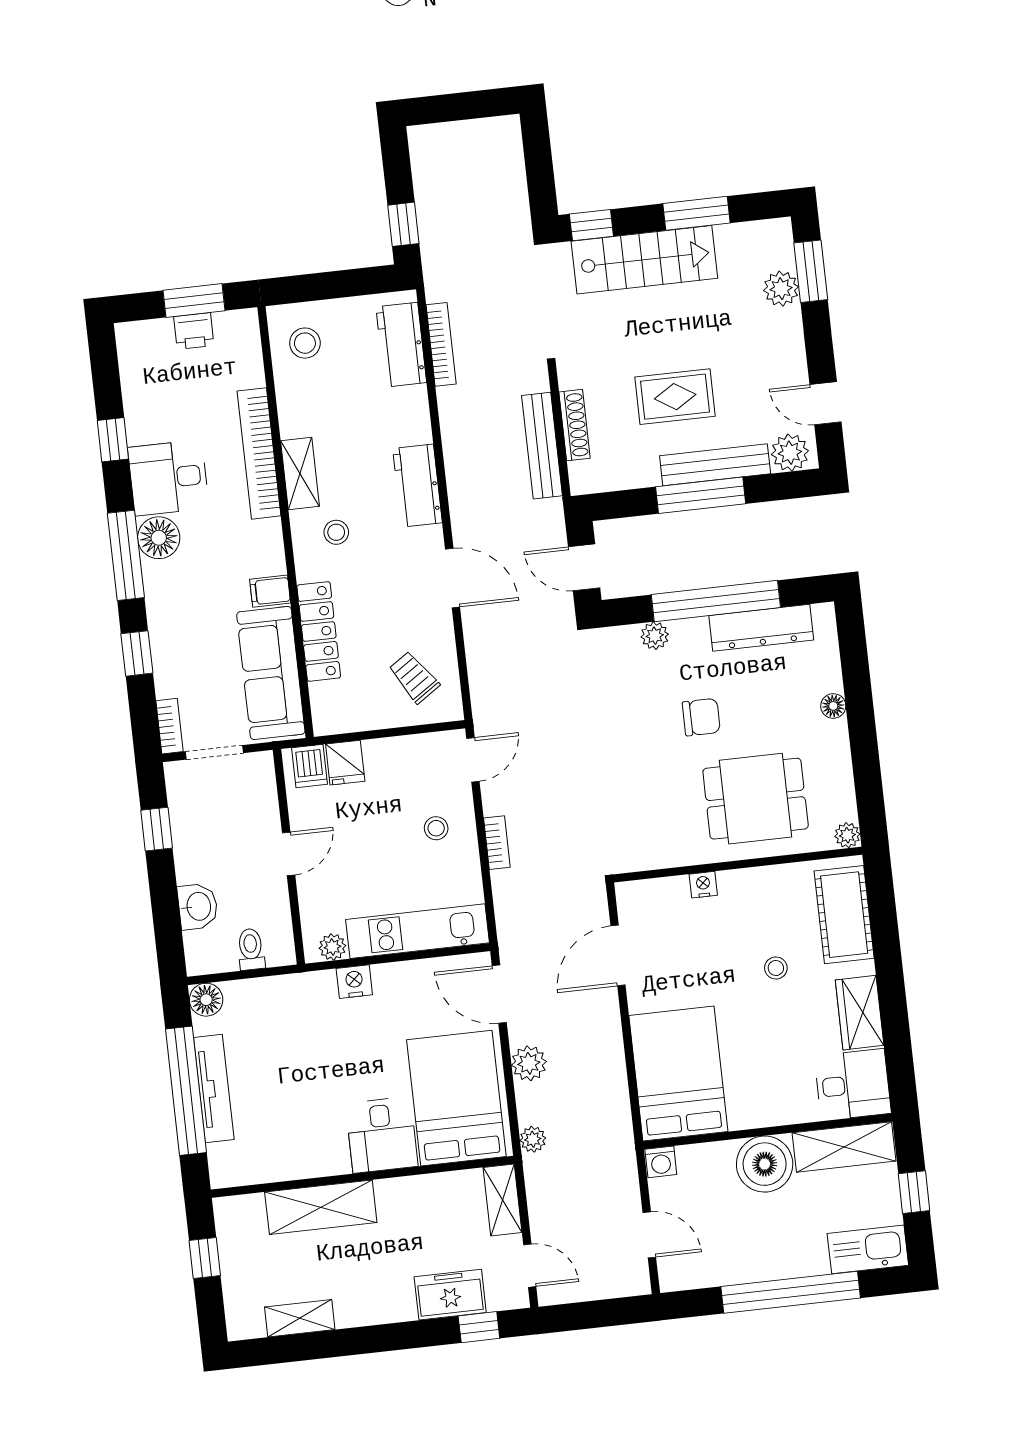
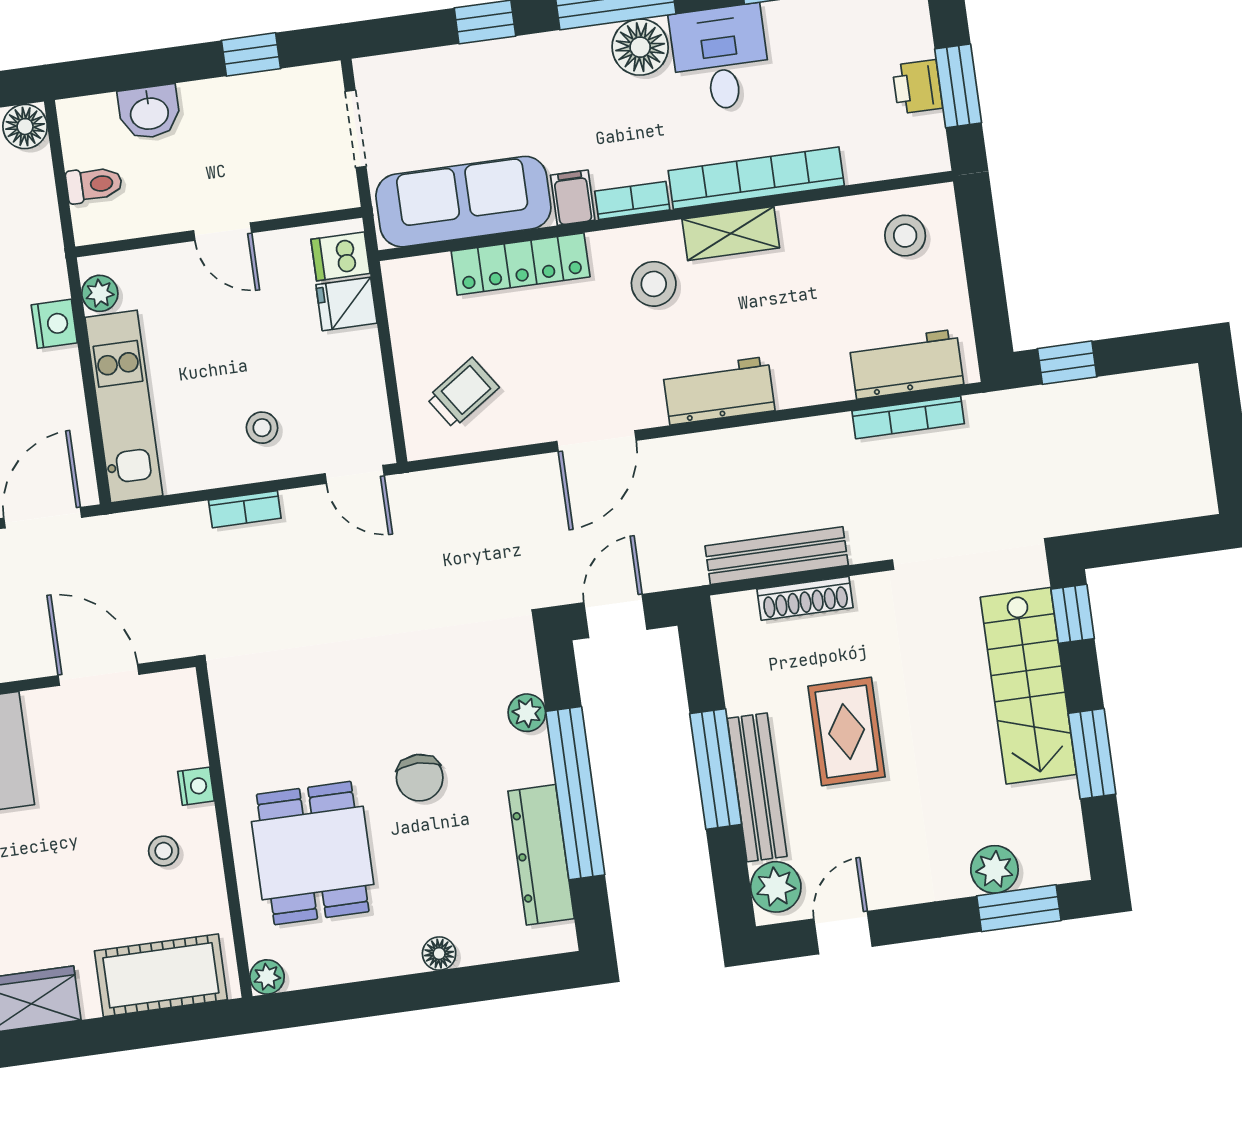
stool: (336, 532) -> (654, 284), width x1.37, depth x1.37
bookcase: (170, 726) -> (632, 201), moved, turned 180
stool: (776, 968) -> (164, 851), moved

